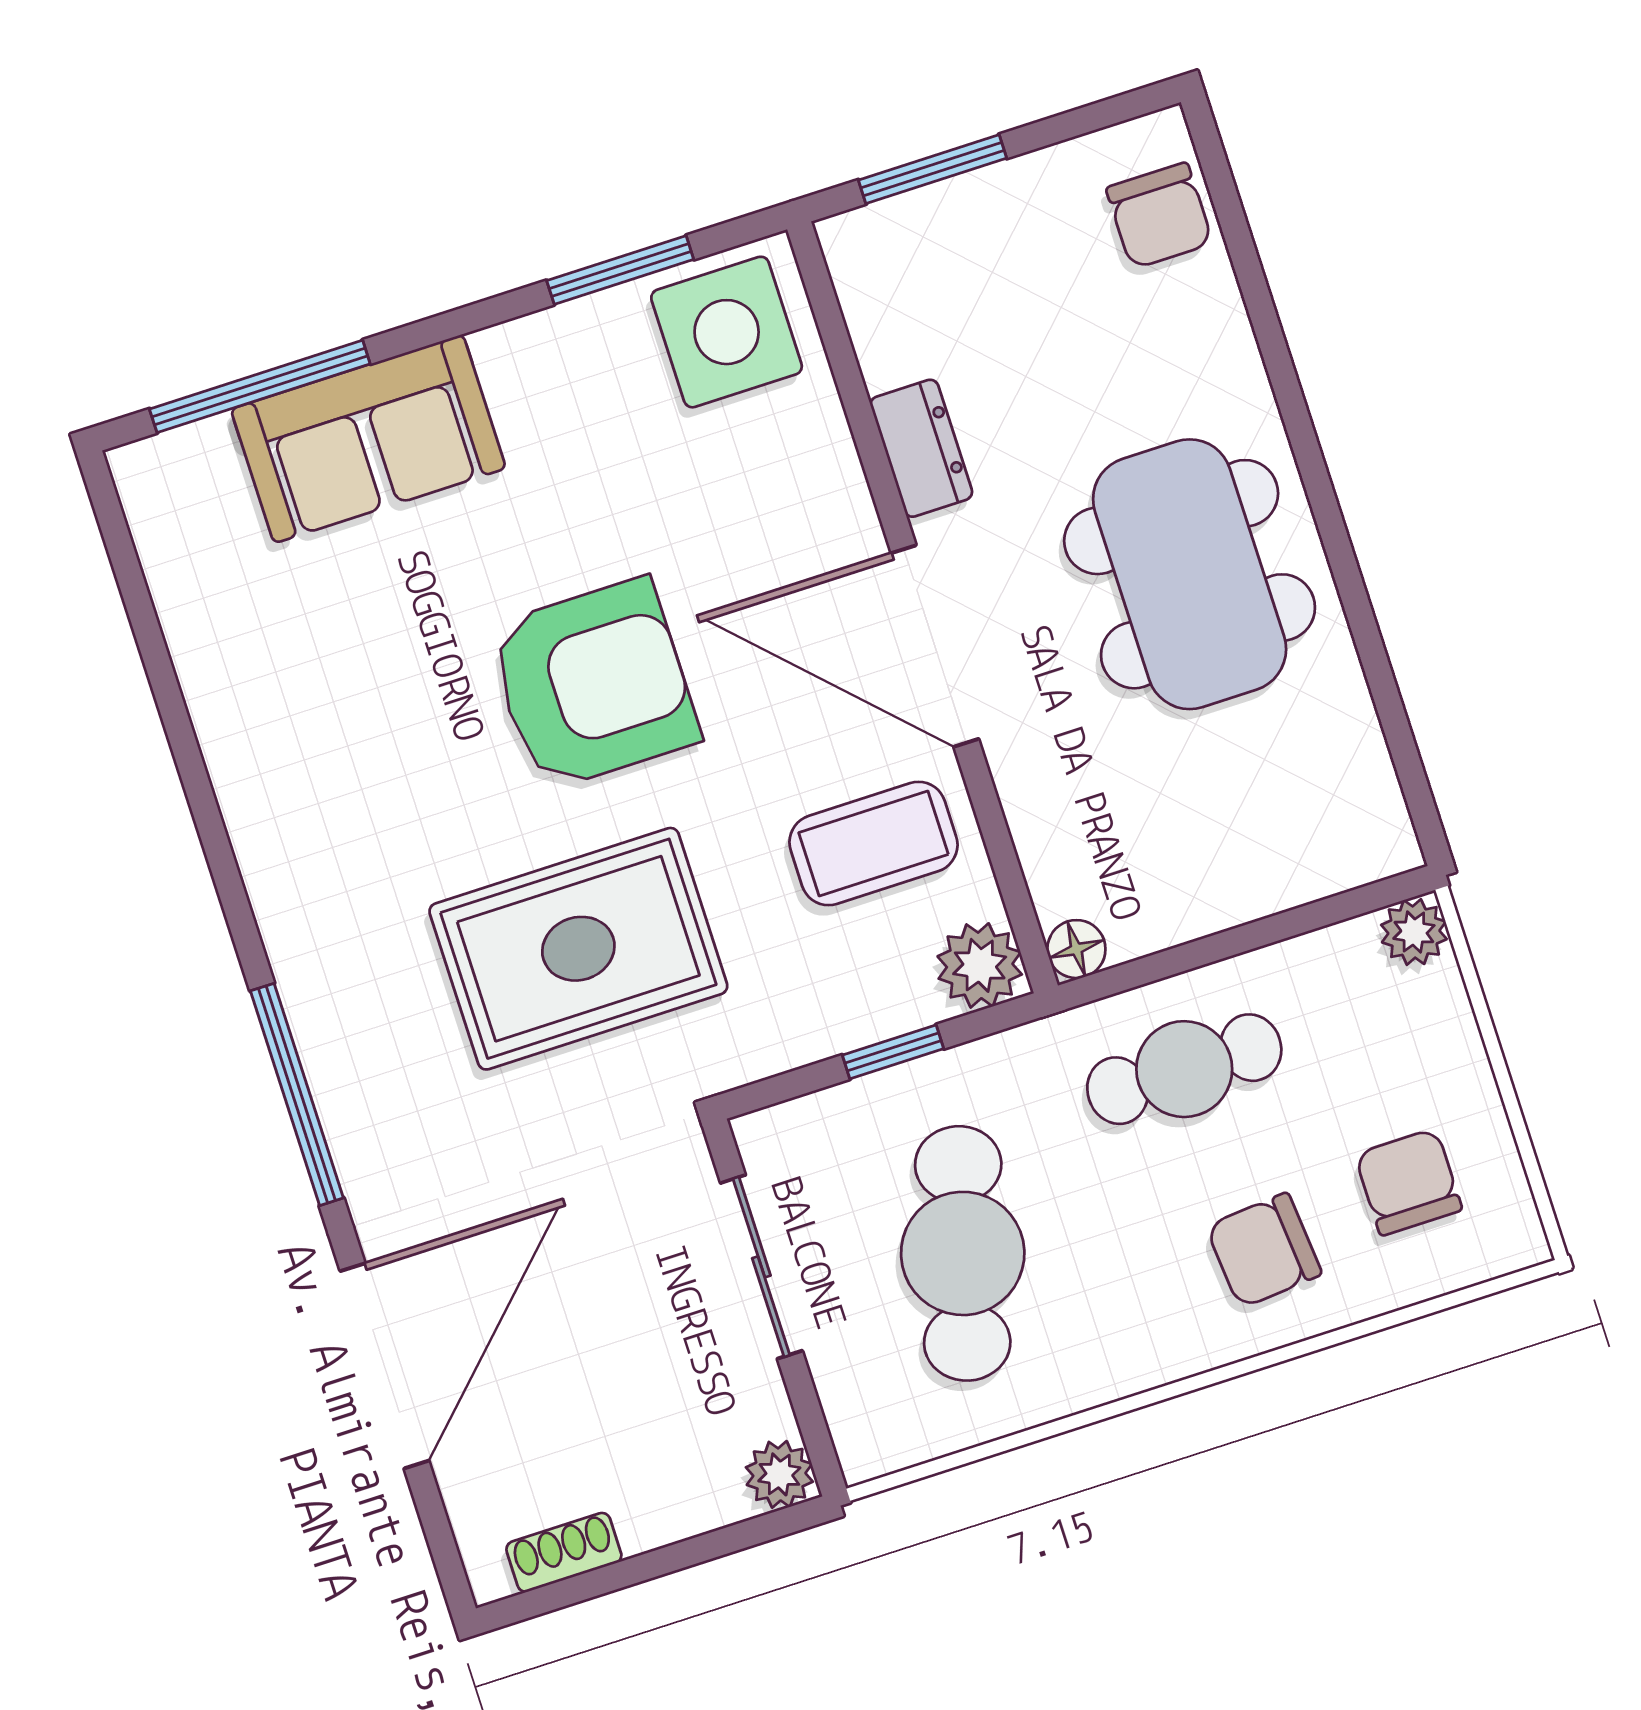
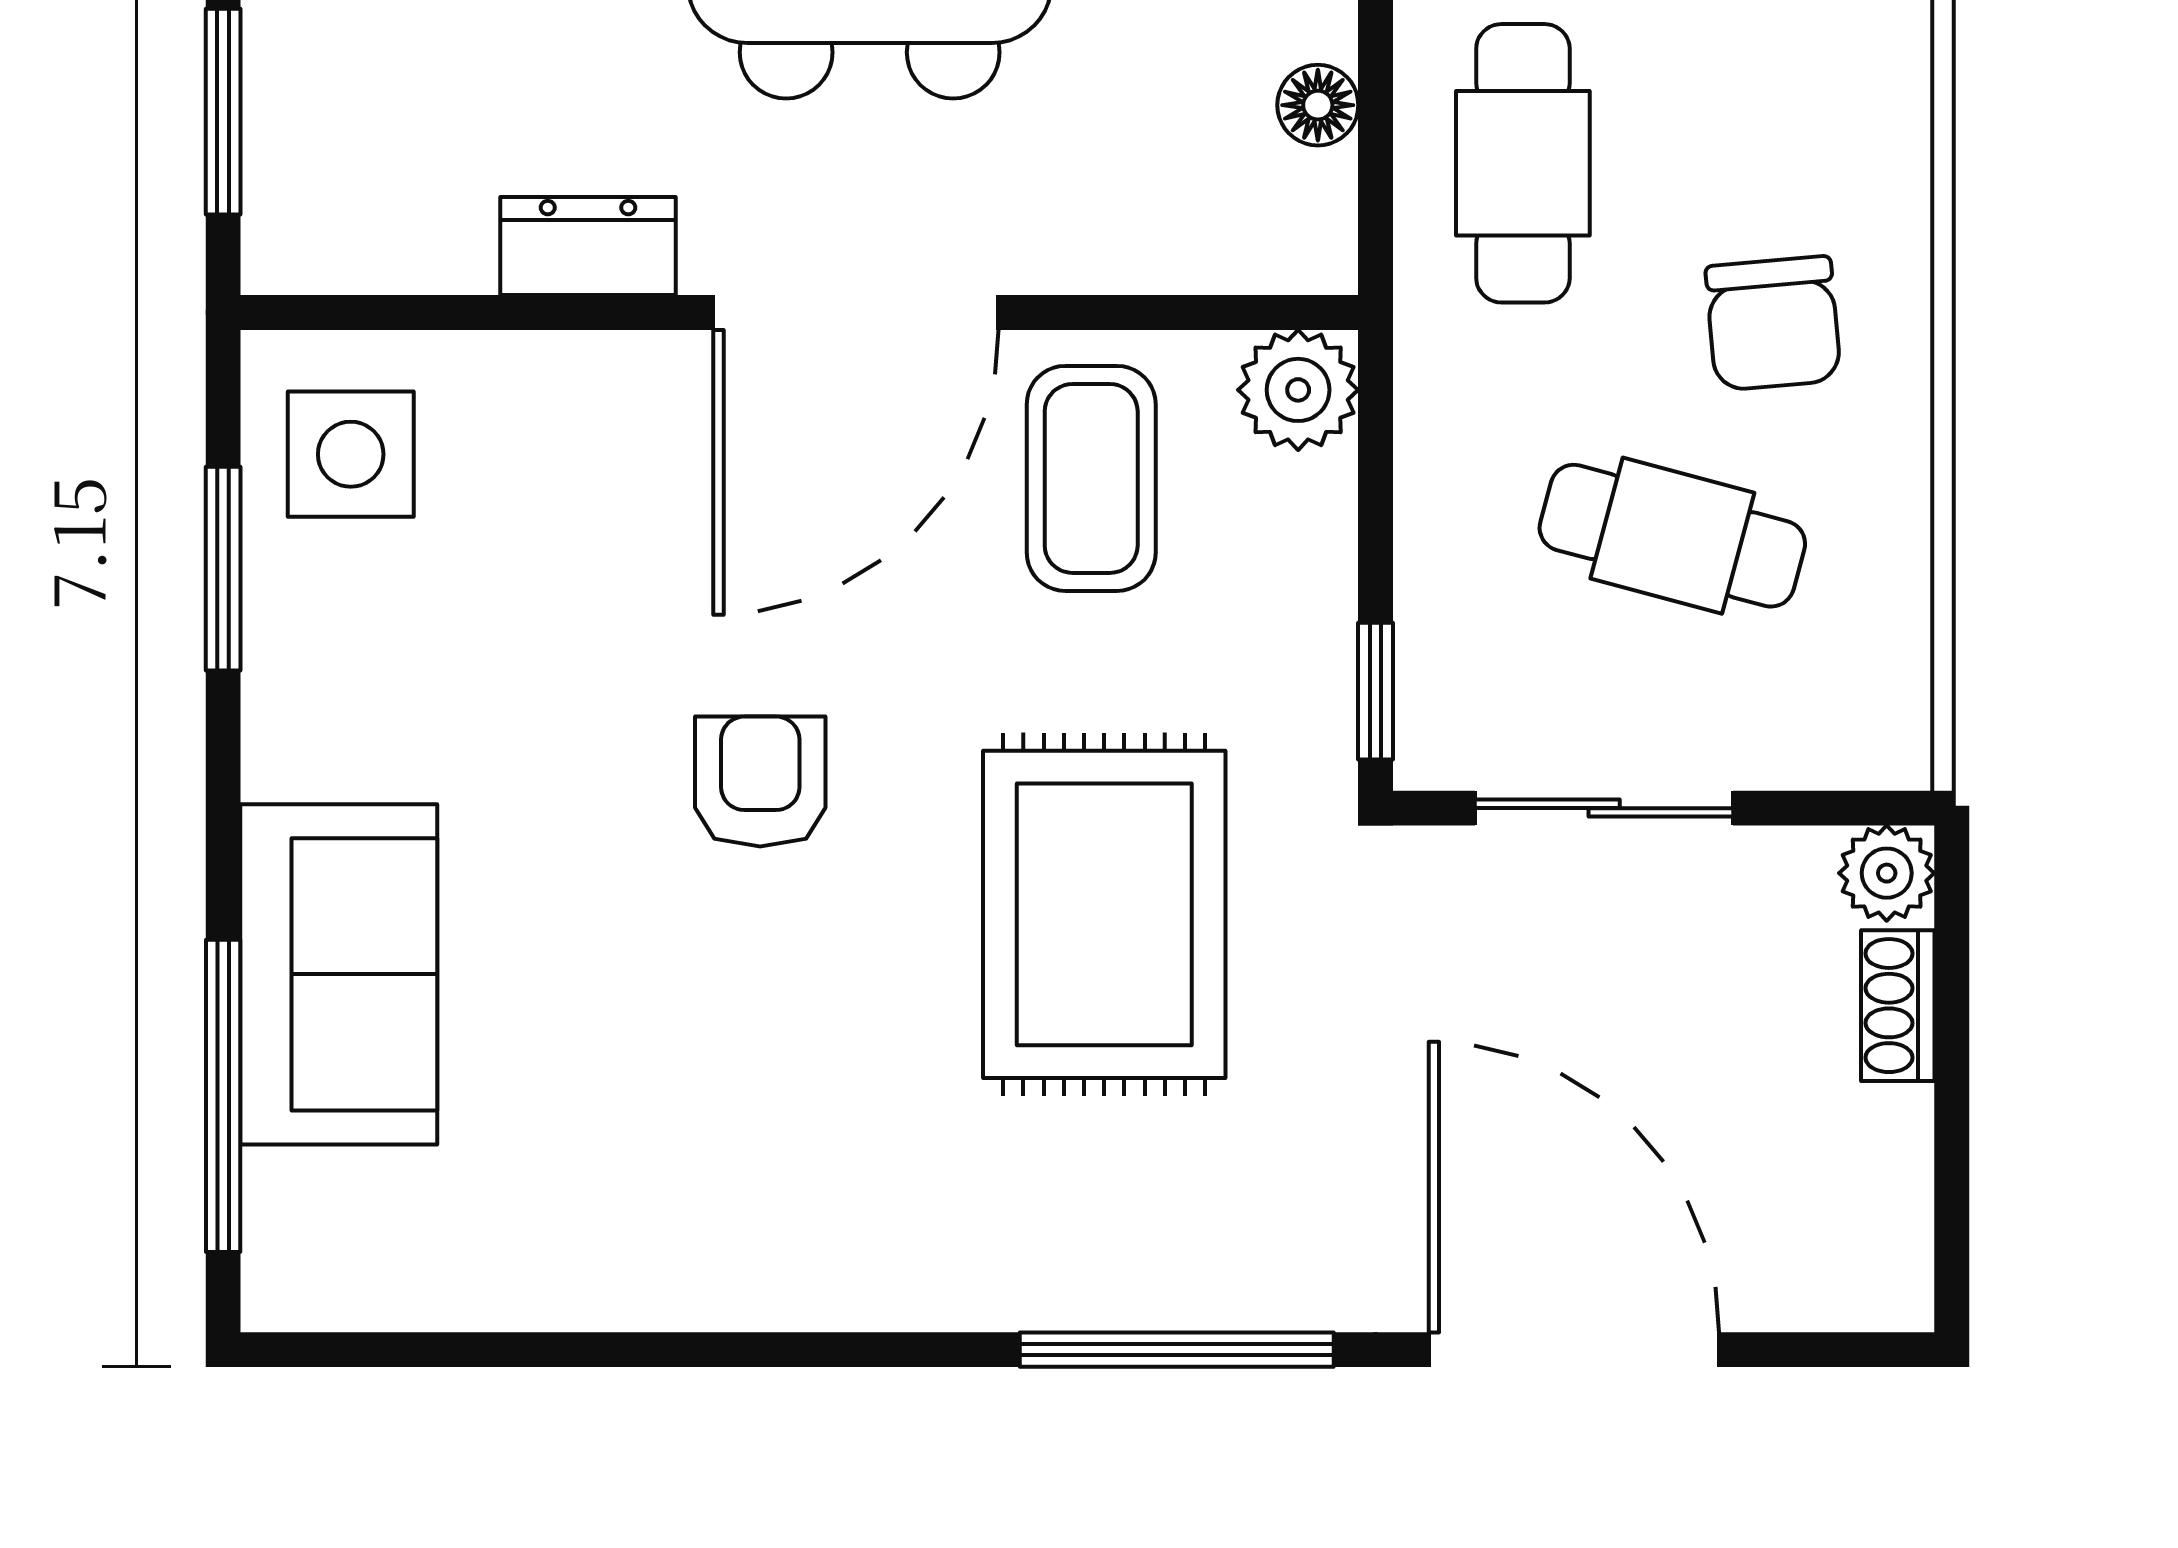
side table: (727, 332) -> (351, 454), width x0.73, depth x0.73
armchair: (593, 684) -> (760, 782), width x0.53, depth x0.53
floor lamp: (1076, 949) -> (1318, 105), moved
window: (893, 1052) -> (1376, 691), moved
chair: (1264, 1250) -> (1773, 323), moved
cafe table: (963, 1253) -> (1672, 536), width x0.73, depth x0.74
shoe rack: (564, 1552) -> (1898, 1006), moved

